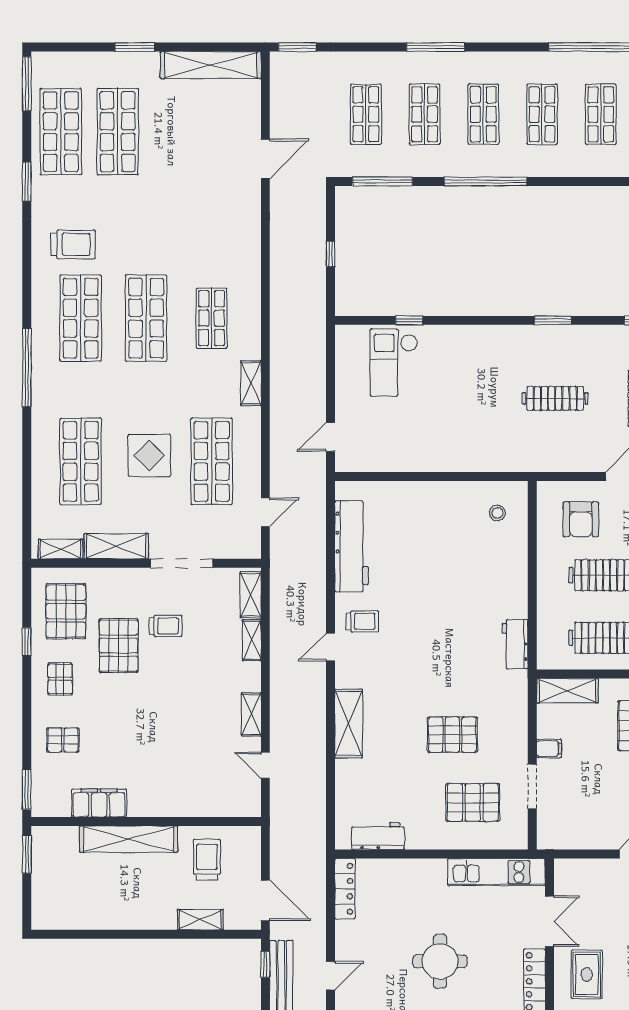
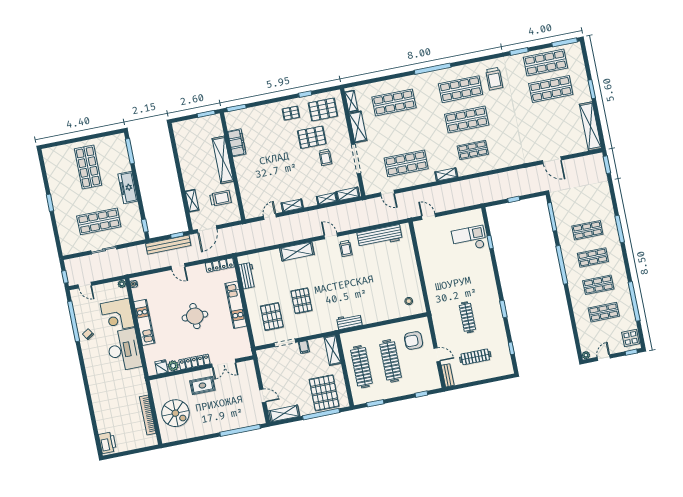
shop shelf: (366, 114) -> (582, 203), removed
display table: (149, 455) -> (403, 134), removed
pallet: (63, 740) -> (263, 120), removed
kitchen unit: (497, 872) -> (236, 305), moved

